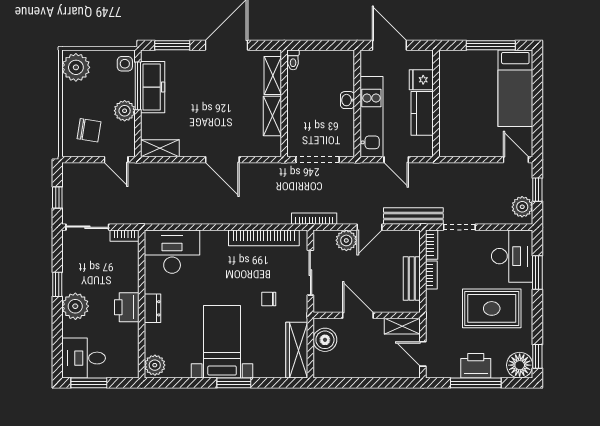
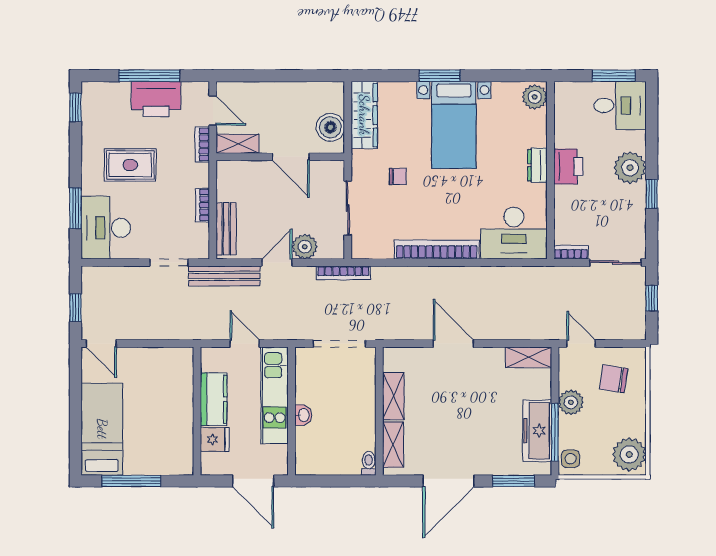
plant: (522, 207) -> (94, 287), removed
bookcase: (264, 238) -> (437, 250), moved
bookcase: (432, 245) -> (202, 144), moved
bench: (412, 279) -> (226, 229), moved
rug: (492, 308) -> (130, 165), width x0.73, depth x0.70
floor lamp: (520, 365) -> (97, 97), removed
printer: (476, 366) -> (156, 99), width x1.37, depth x1.19

